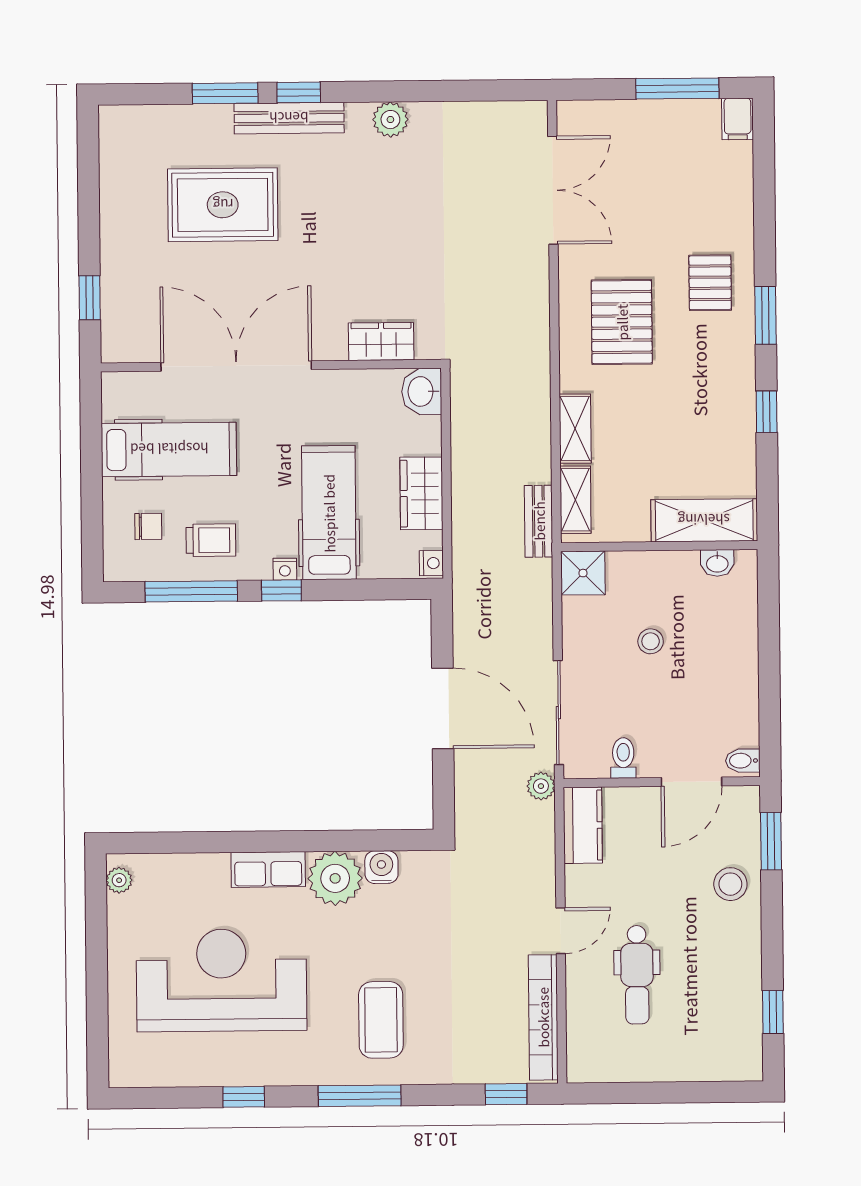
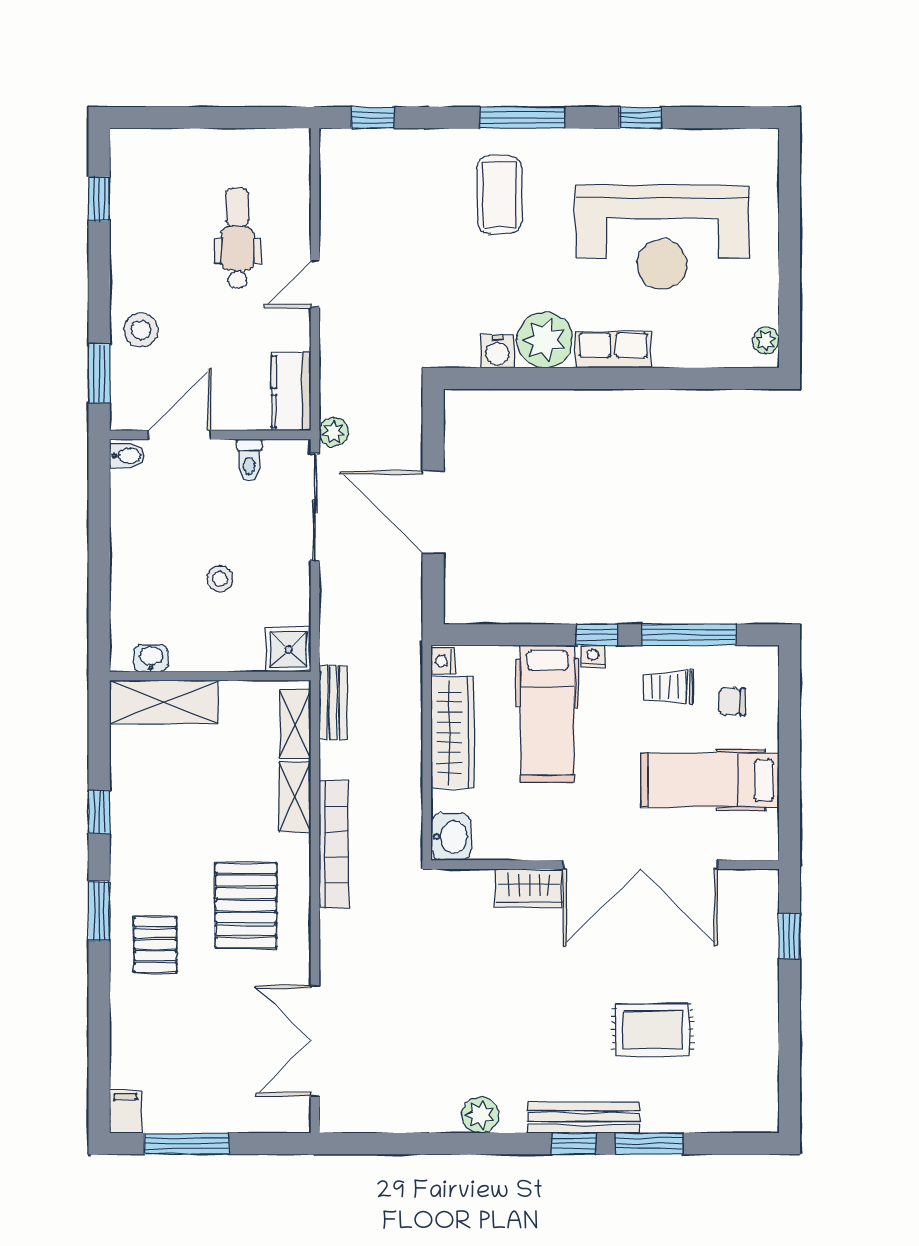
rug: (223, 205) -> (653, 1029), width x0.73, depth x0.70
wardrobe: (381, 341) -> (529, 888), moved
wardrobe: (421, 493) -> (453, 732), width x1.50
bookcase: (543, 1017) -> (334, 844), moved

